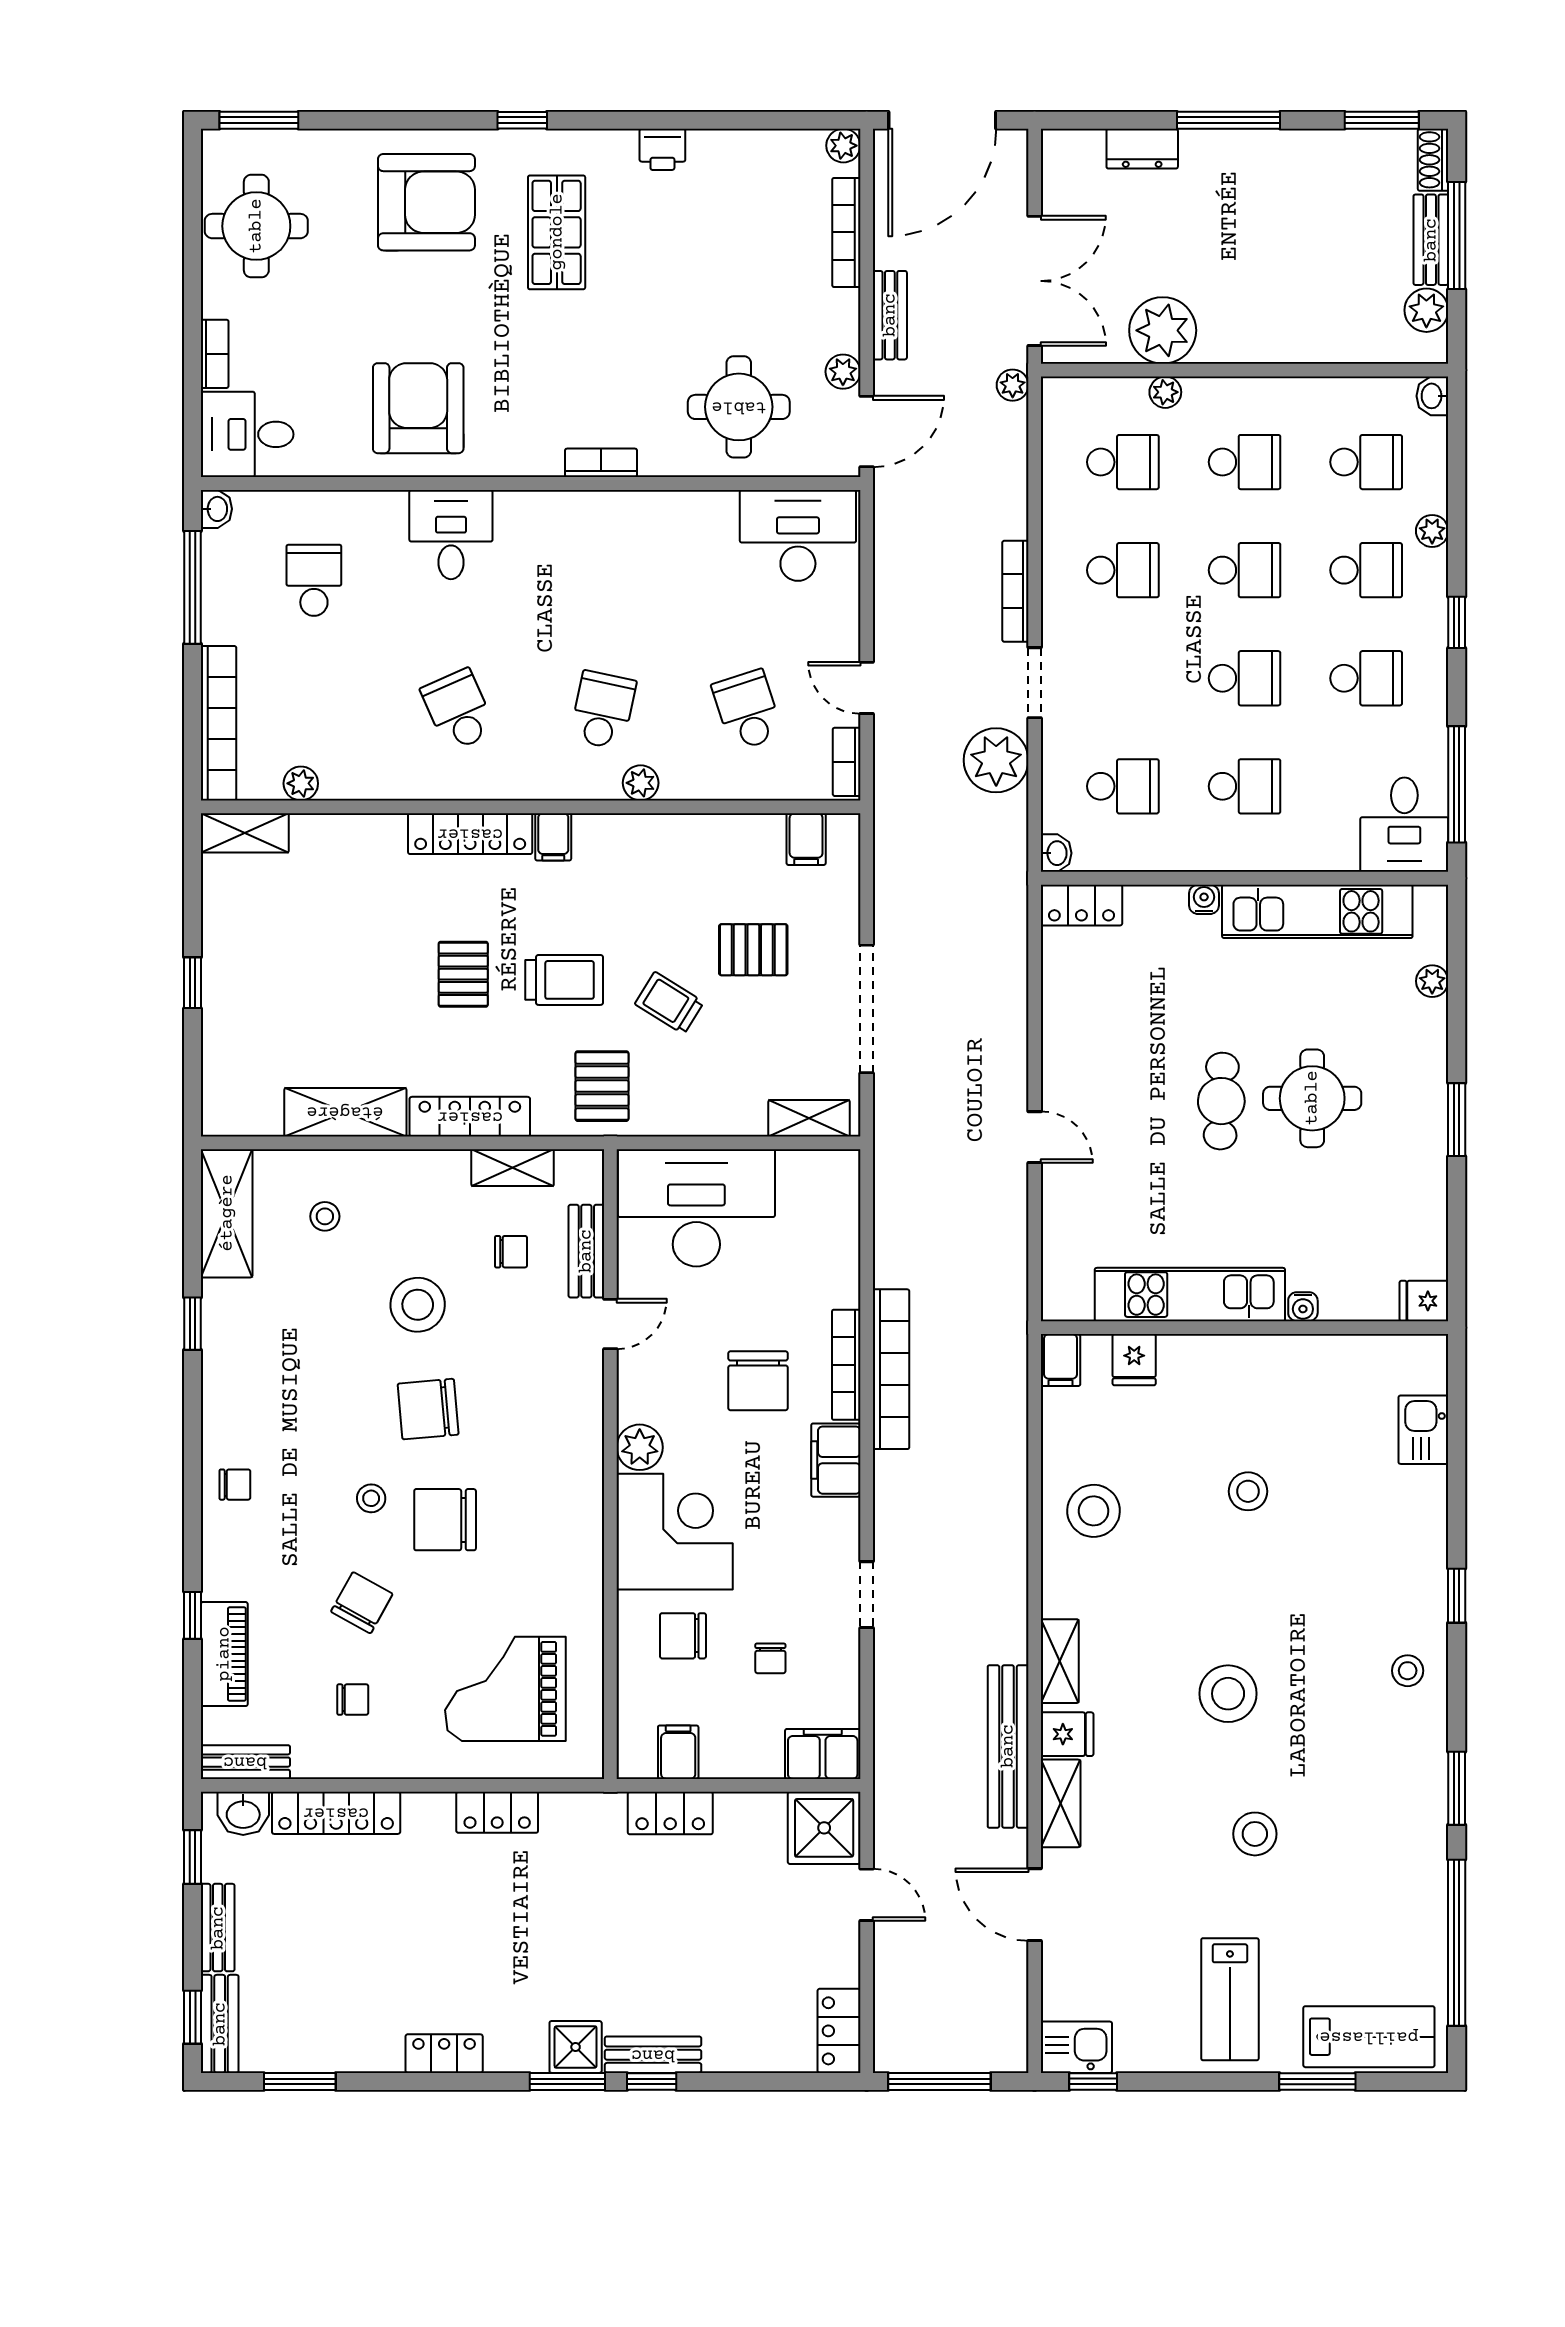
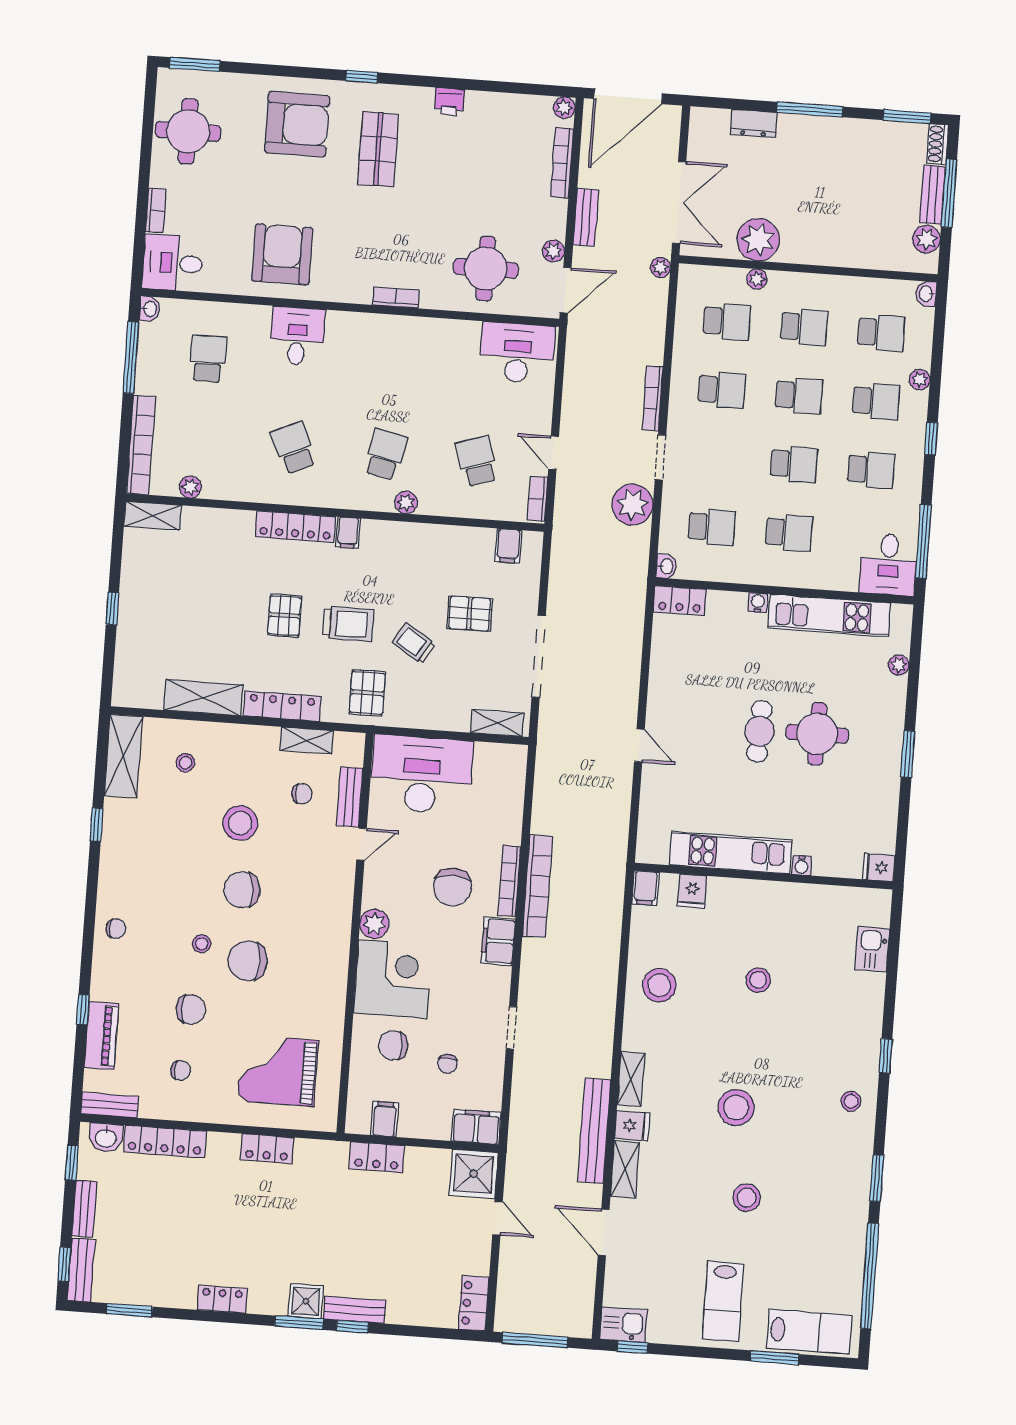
chair: (362, 1603) -> (191, 1009), turned 61

